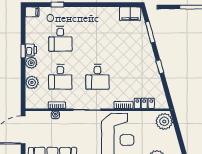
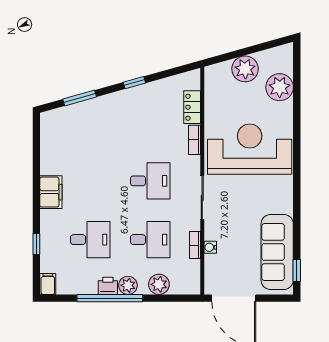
filing cabinet: (130, 14) -> (51, 192), moved
window: (23, 51) -> (110, 298), width x3.17
plant: (164, 121) -> (245, 69), moved

